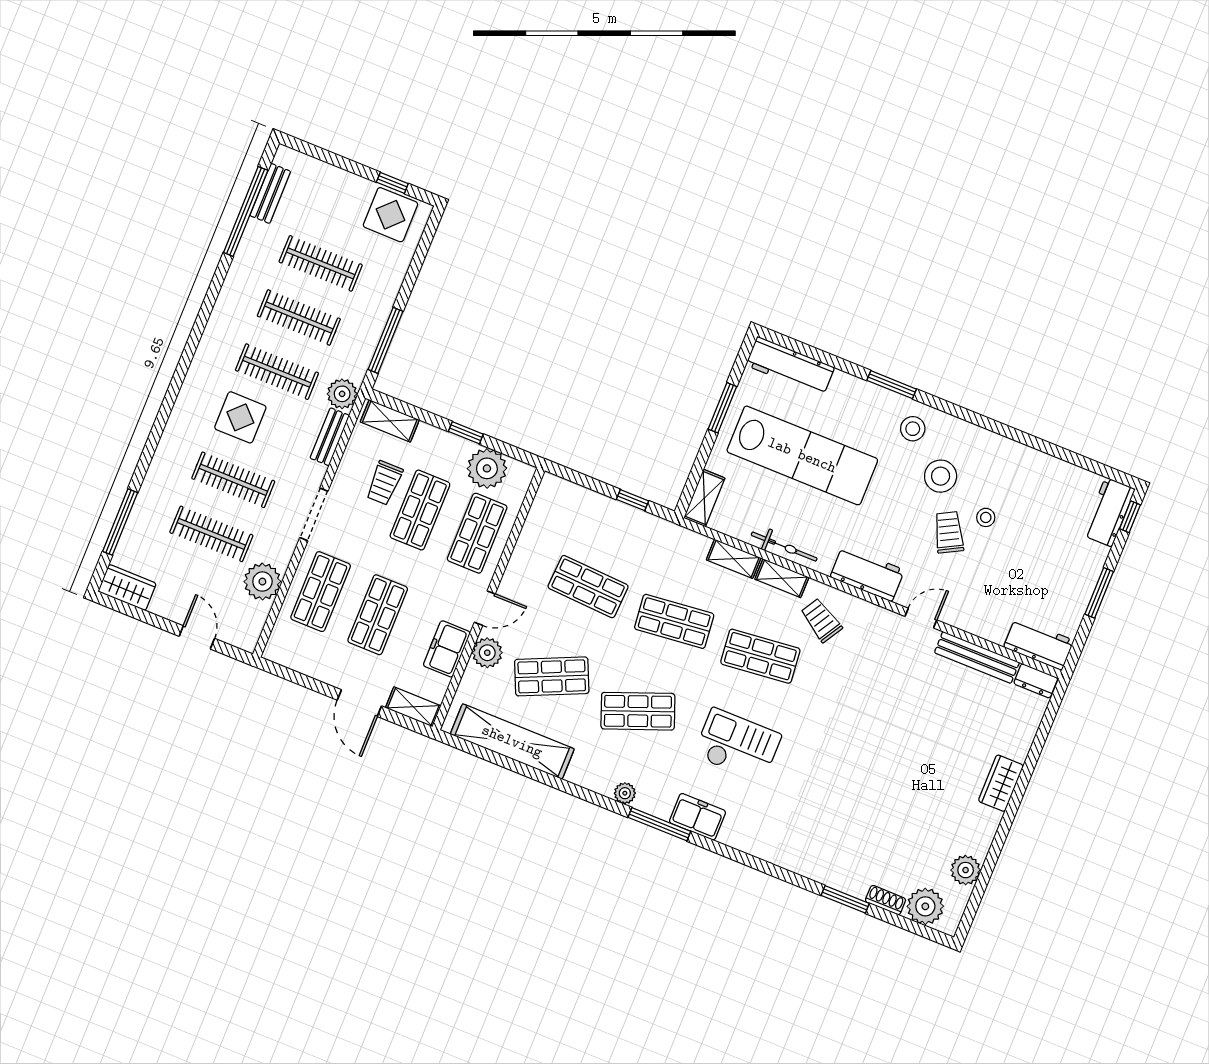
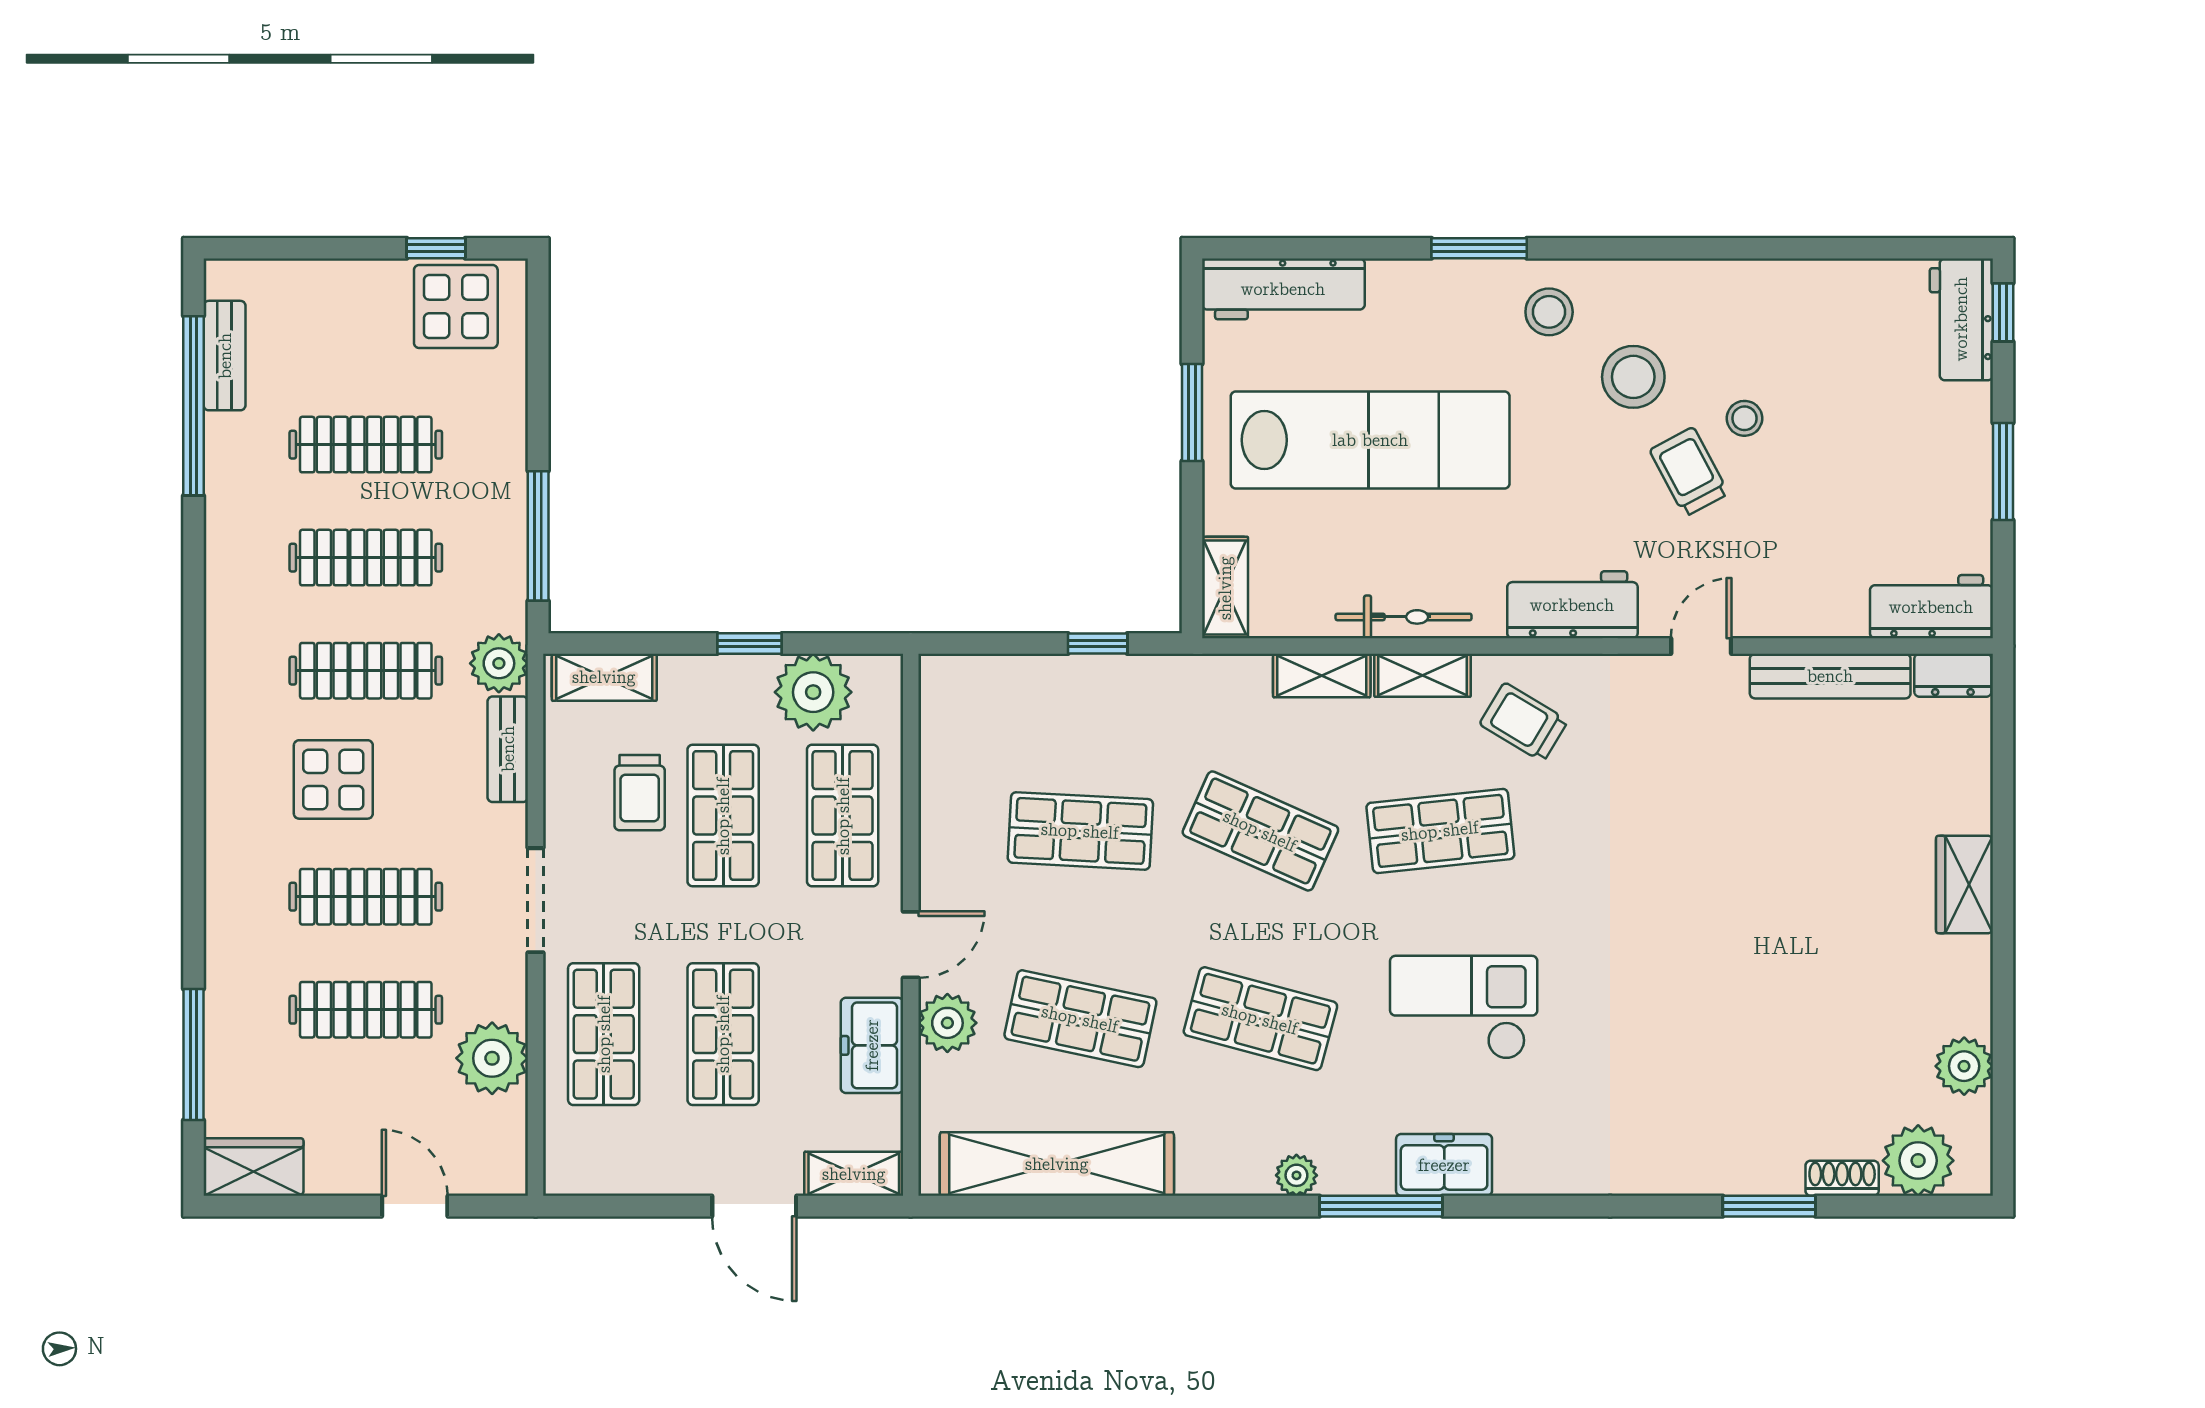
shop shelf: (674, 621) -> (1260, 831), turned 30
shop shelf: (552, 676) -> (1080, 1019), turned 36
shop shelf: (638, 711) -> (1260, 1019), turned 36

